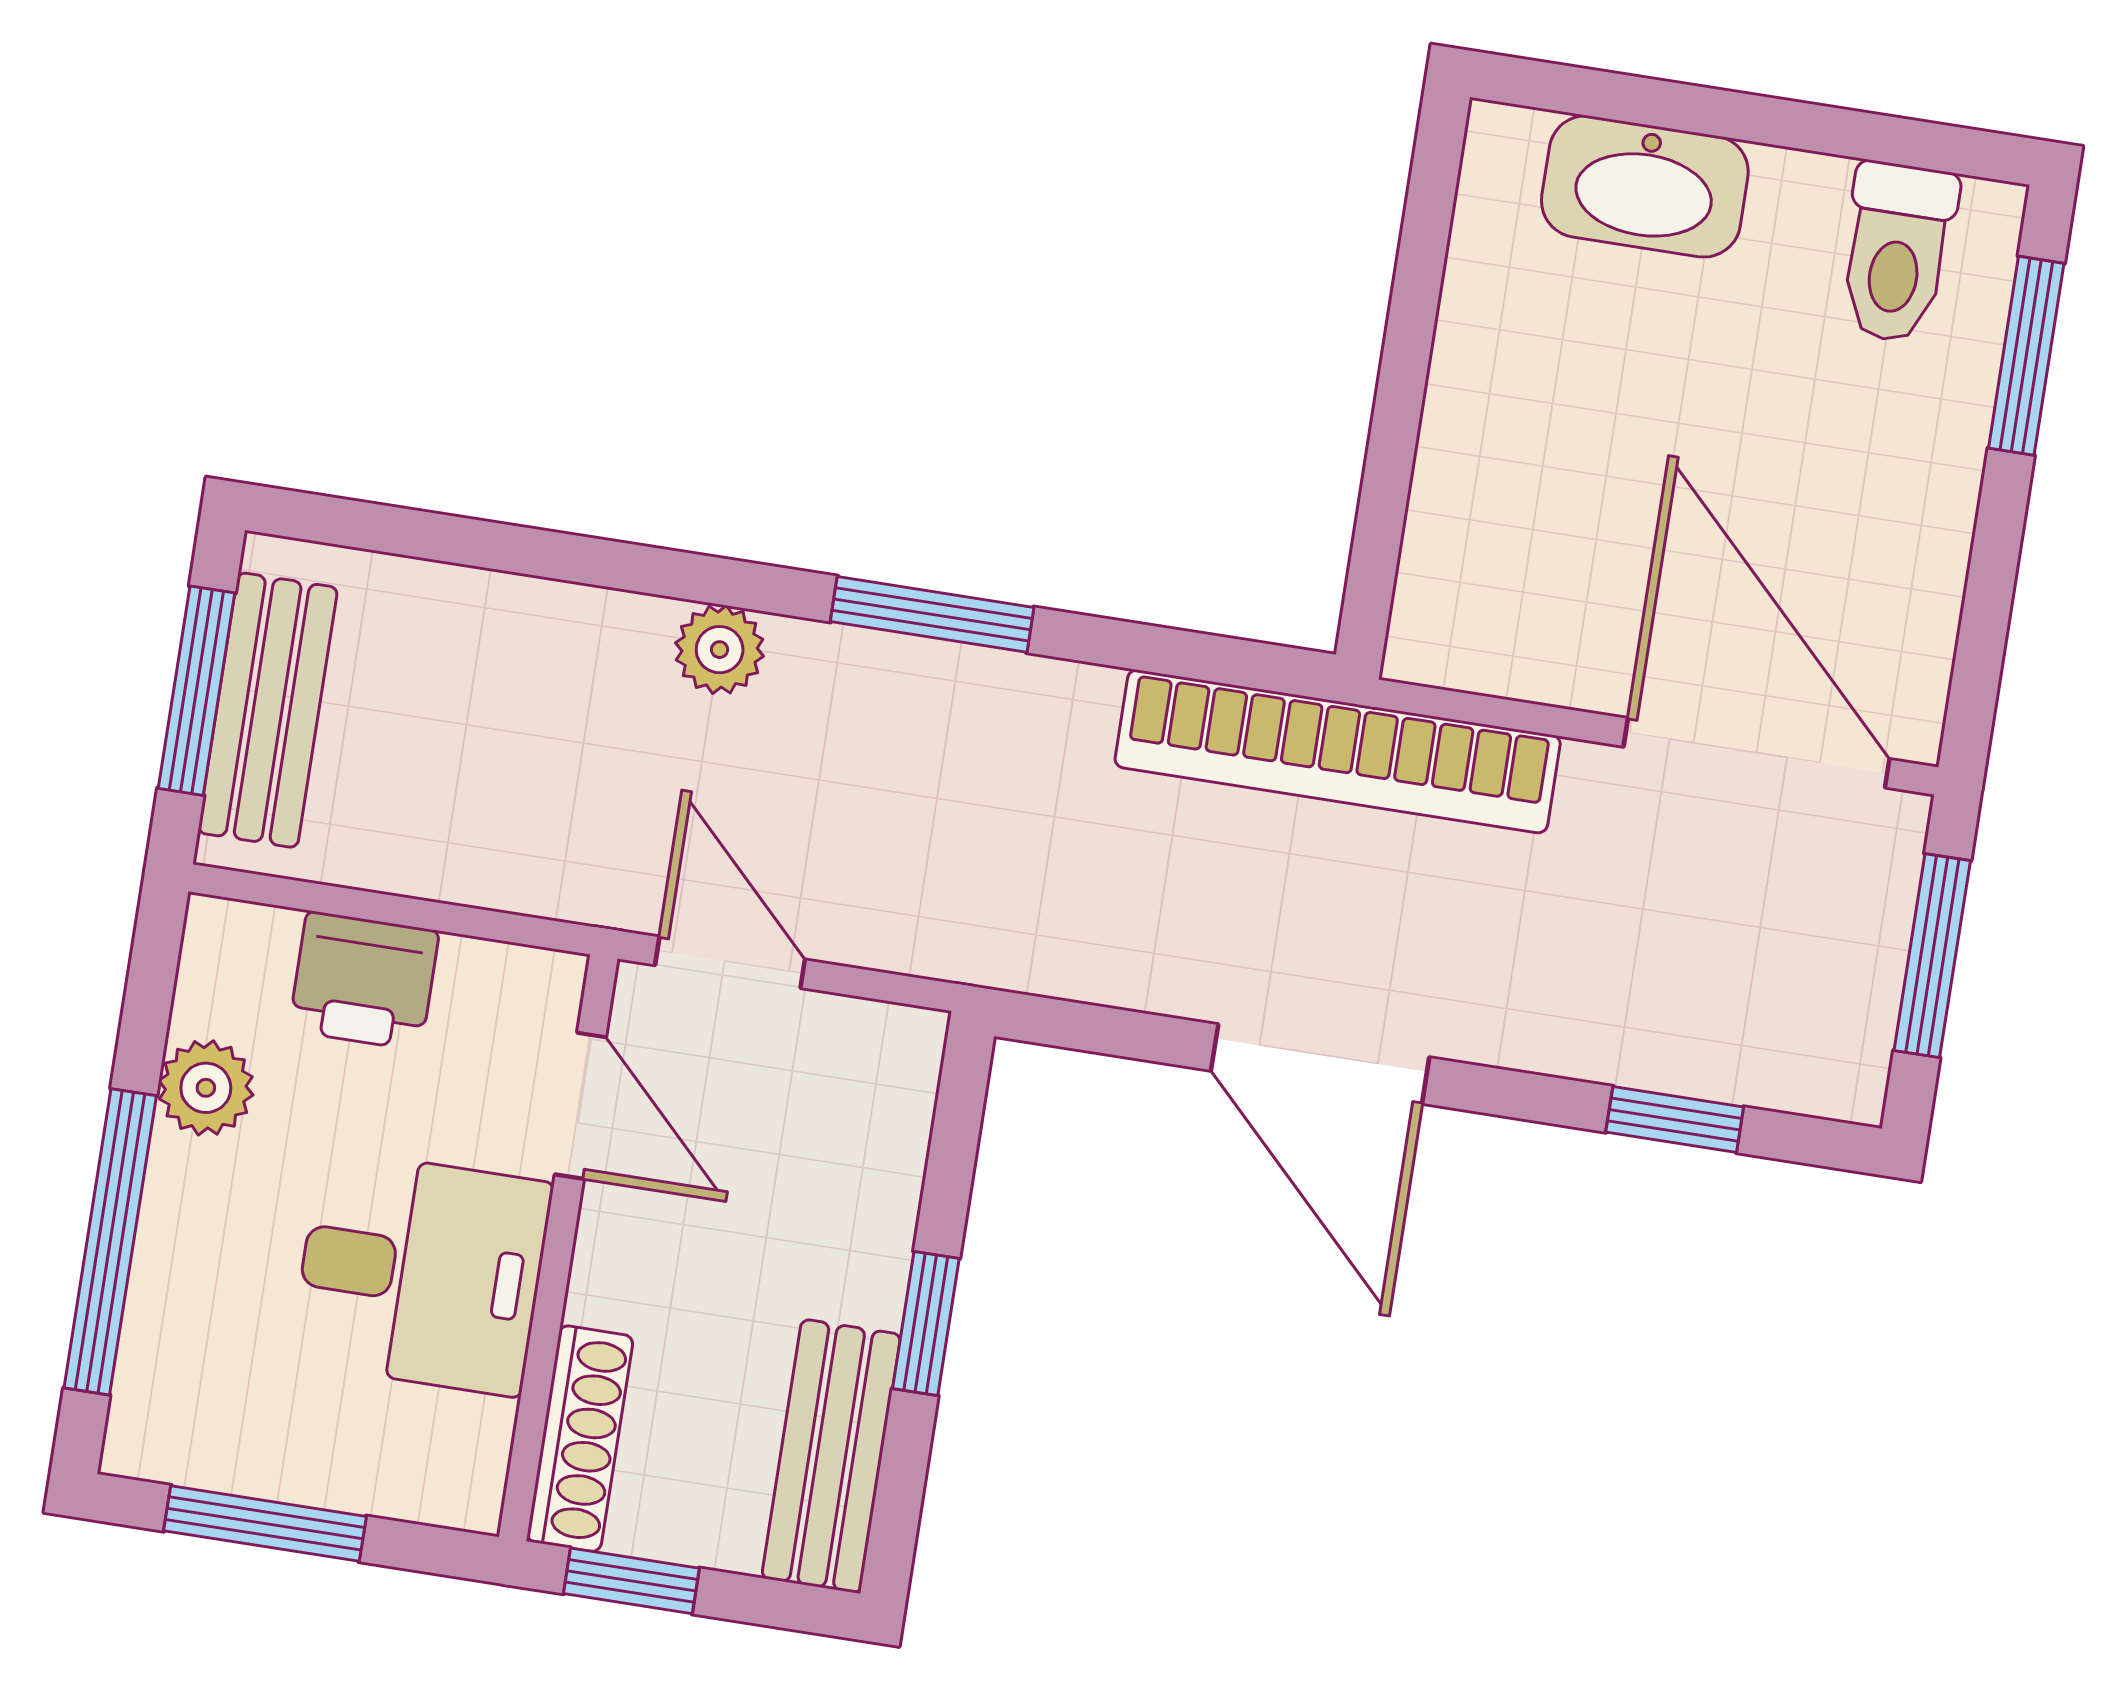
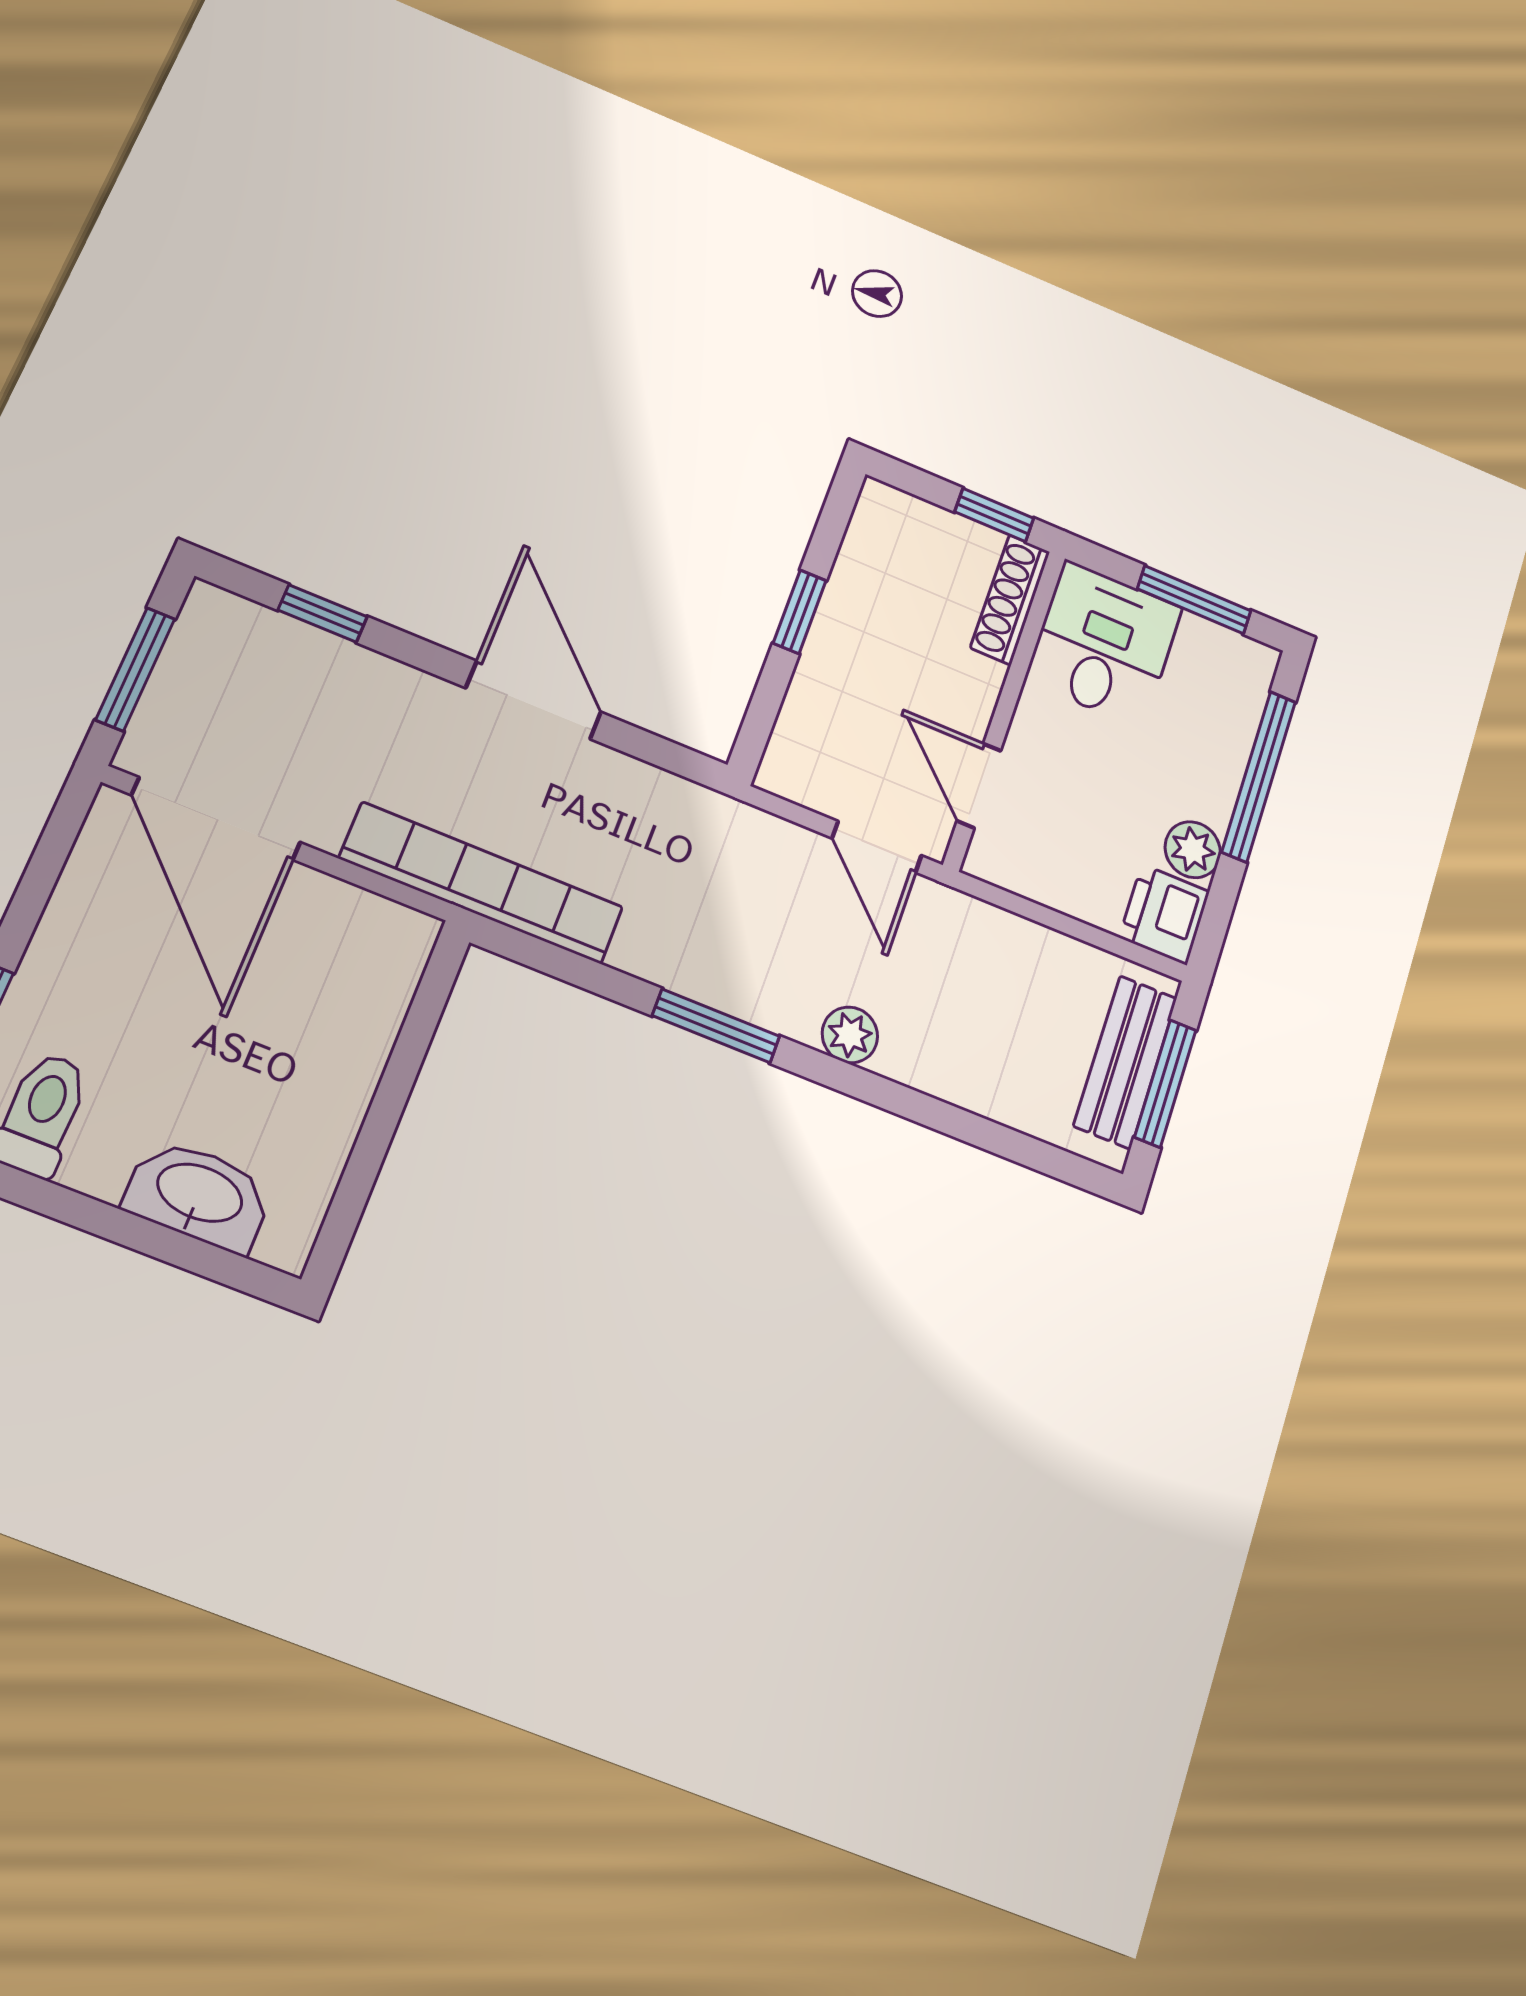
printer: (364, 981) -> (1164, 914), moved, turned -90
desk: (421, 1273) -> (1104, 644), moved, turned 90
bench: (831, 1456) -> (868, 553), removed

